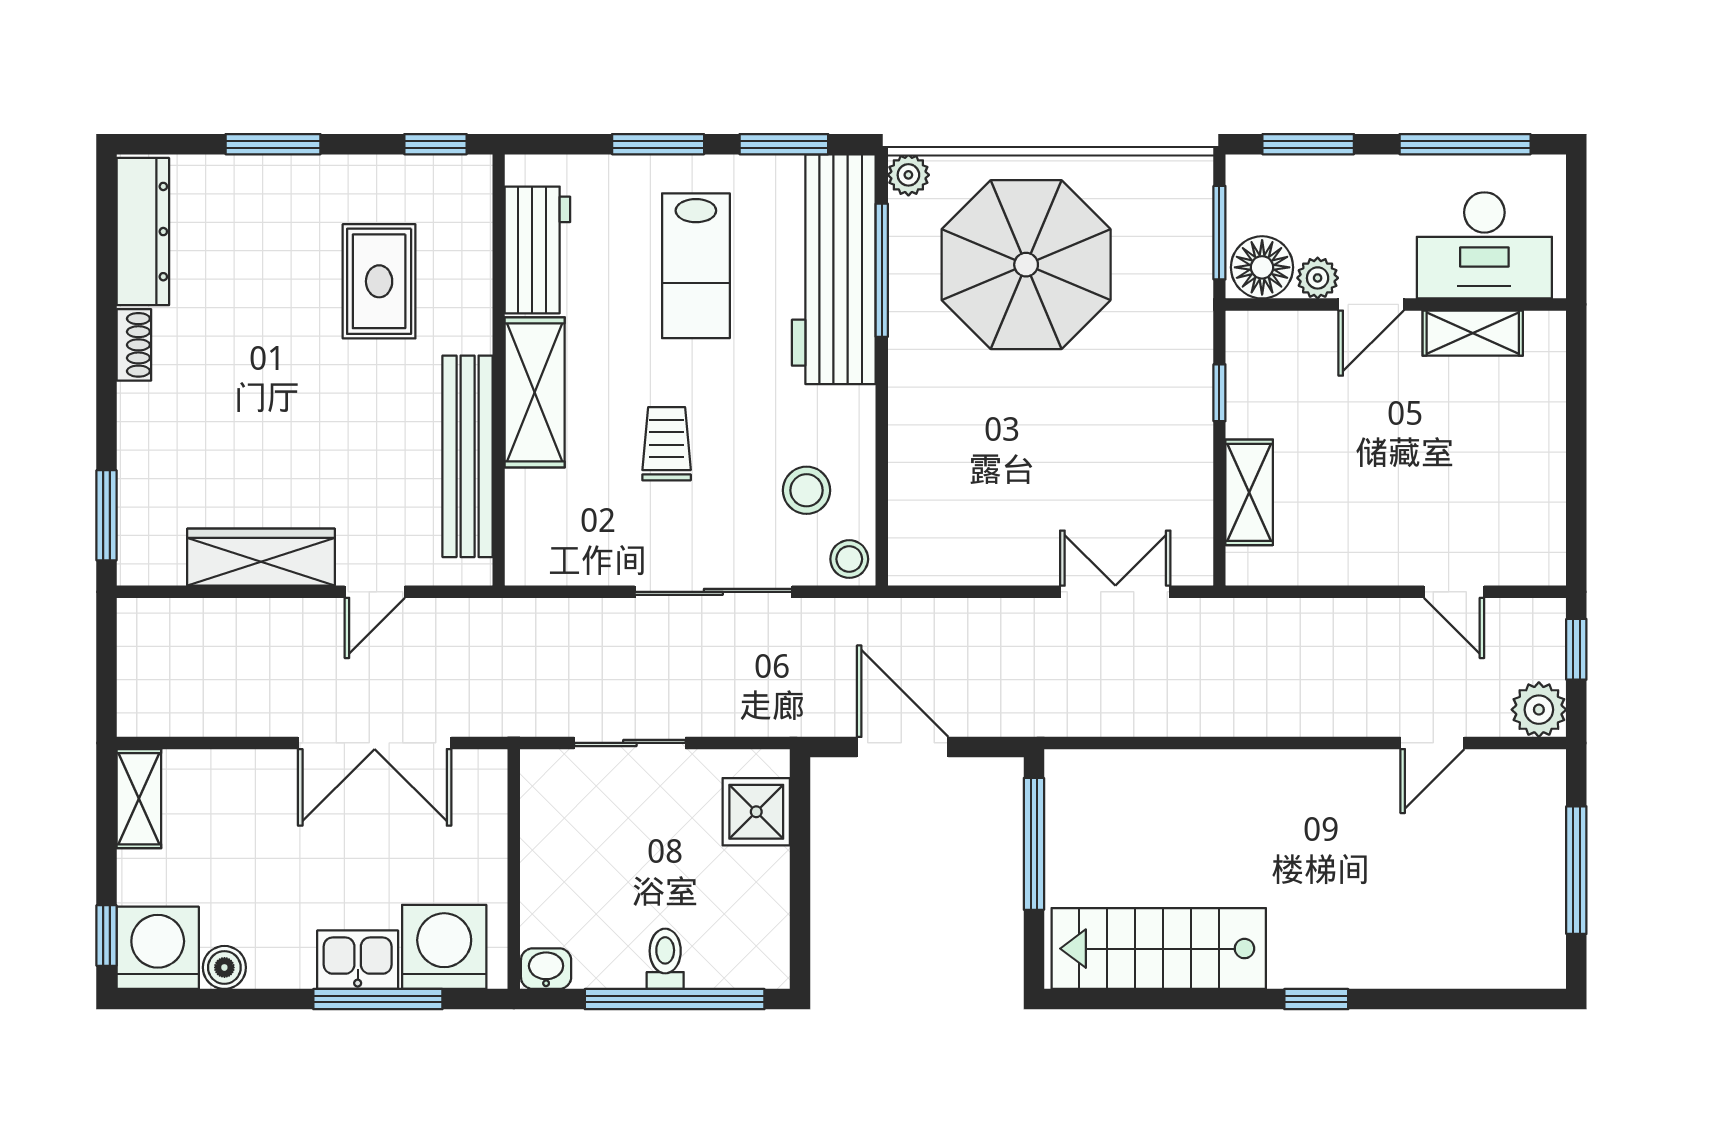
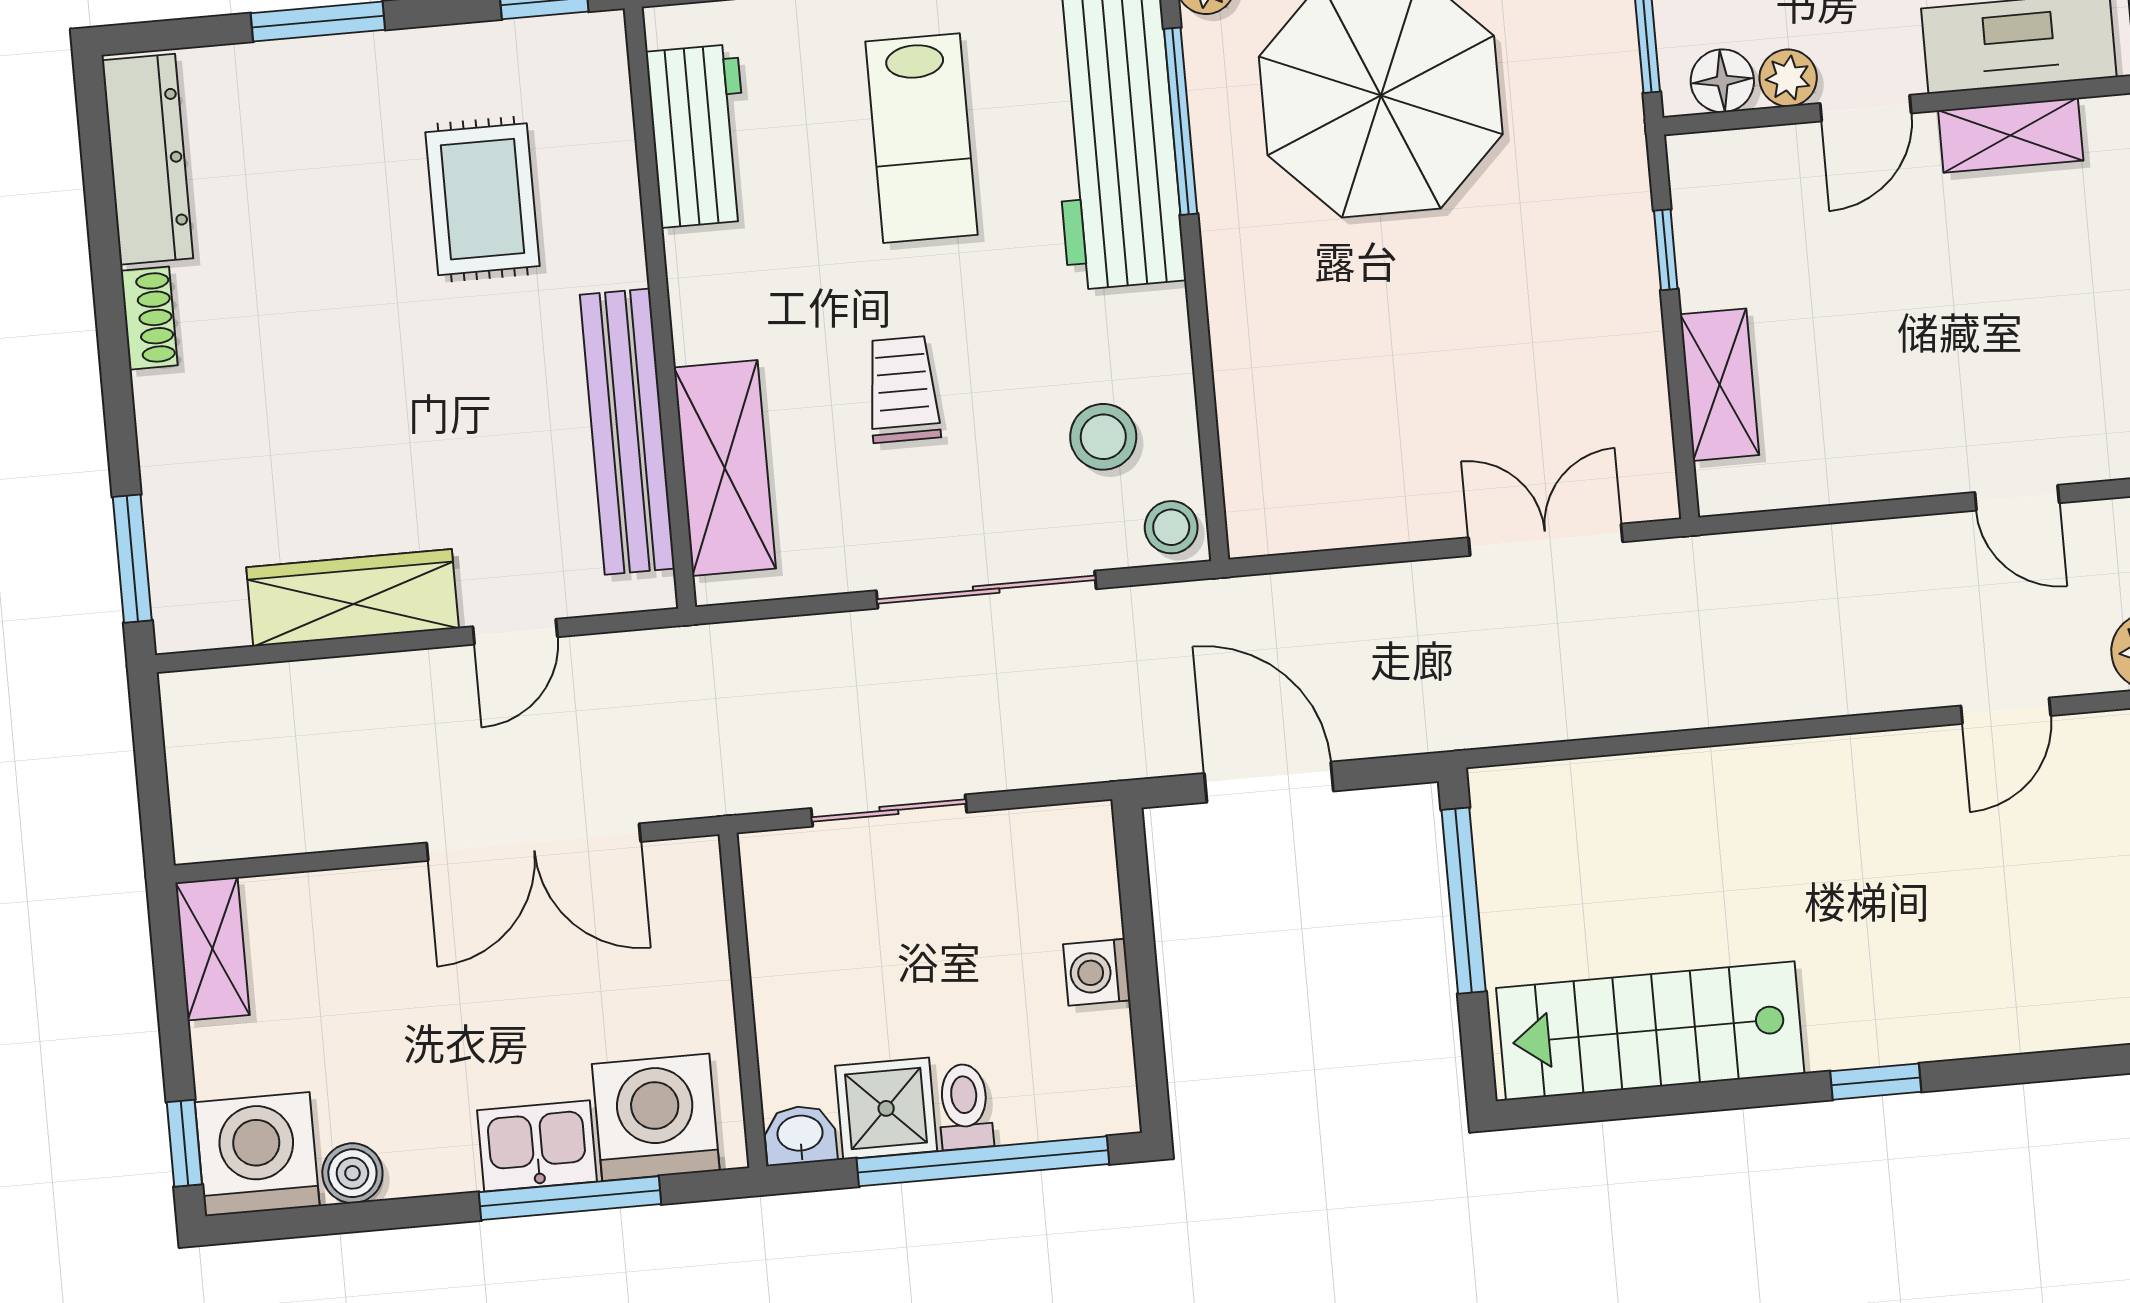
floor lamp: (1262, 267) -> (1722, 81), width x0.73, depth x0.73
shelving: (535, 392) -> (725, 468), moved
shower: (756, 812) -> (886, 1108), moved
washing machine: (768, 872) -> (1097, 972), added

